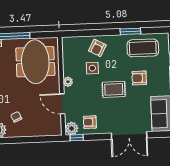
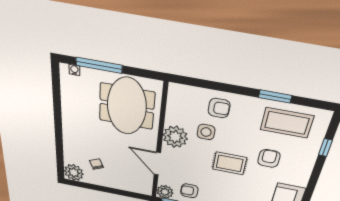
armchair: (97, 48) -> (219, 108), turned -118
armchair: (139, 78) -> (269, 158), turned 90
plant: (68, 82) -> (175, 137), width x1.88, depth x1.88

